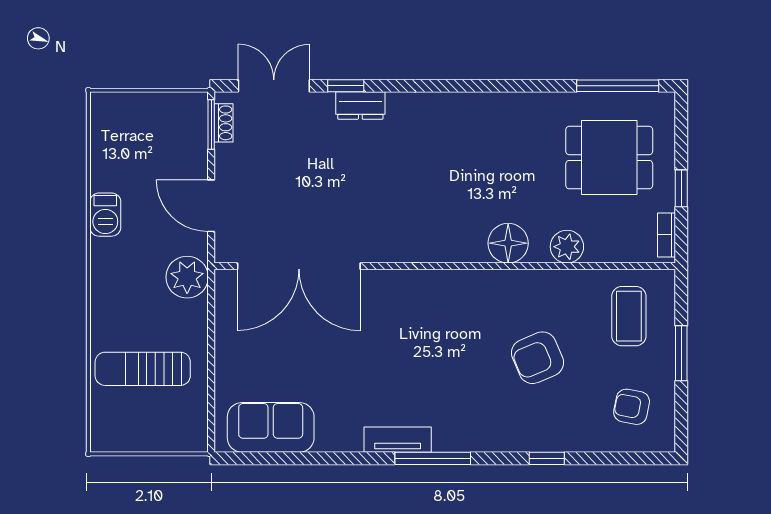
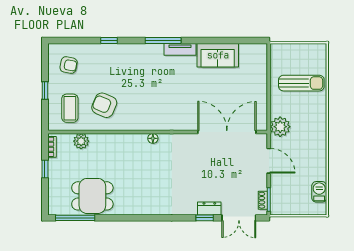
dresser: (360, 105) -> (209, 208), moved
dining table: (609, 158) -> (92, 196), moved
barbecue: (105, 215) -> (319, 192), moved
floor lamp: (508, 243) -> (153, 138), moved, width x0.53, depth x0.53
plant: (567, 247) -> (81, 141), moved
window: (681, 353) -> (45, 91), width x0.67
armchair: (538, 358) -> (104, 105), moved, turned -134
sofa: (271, 427) -> (218, 55), moved

